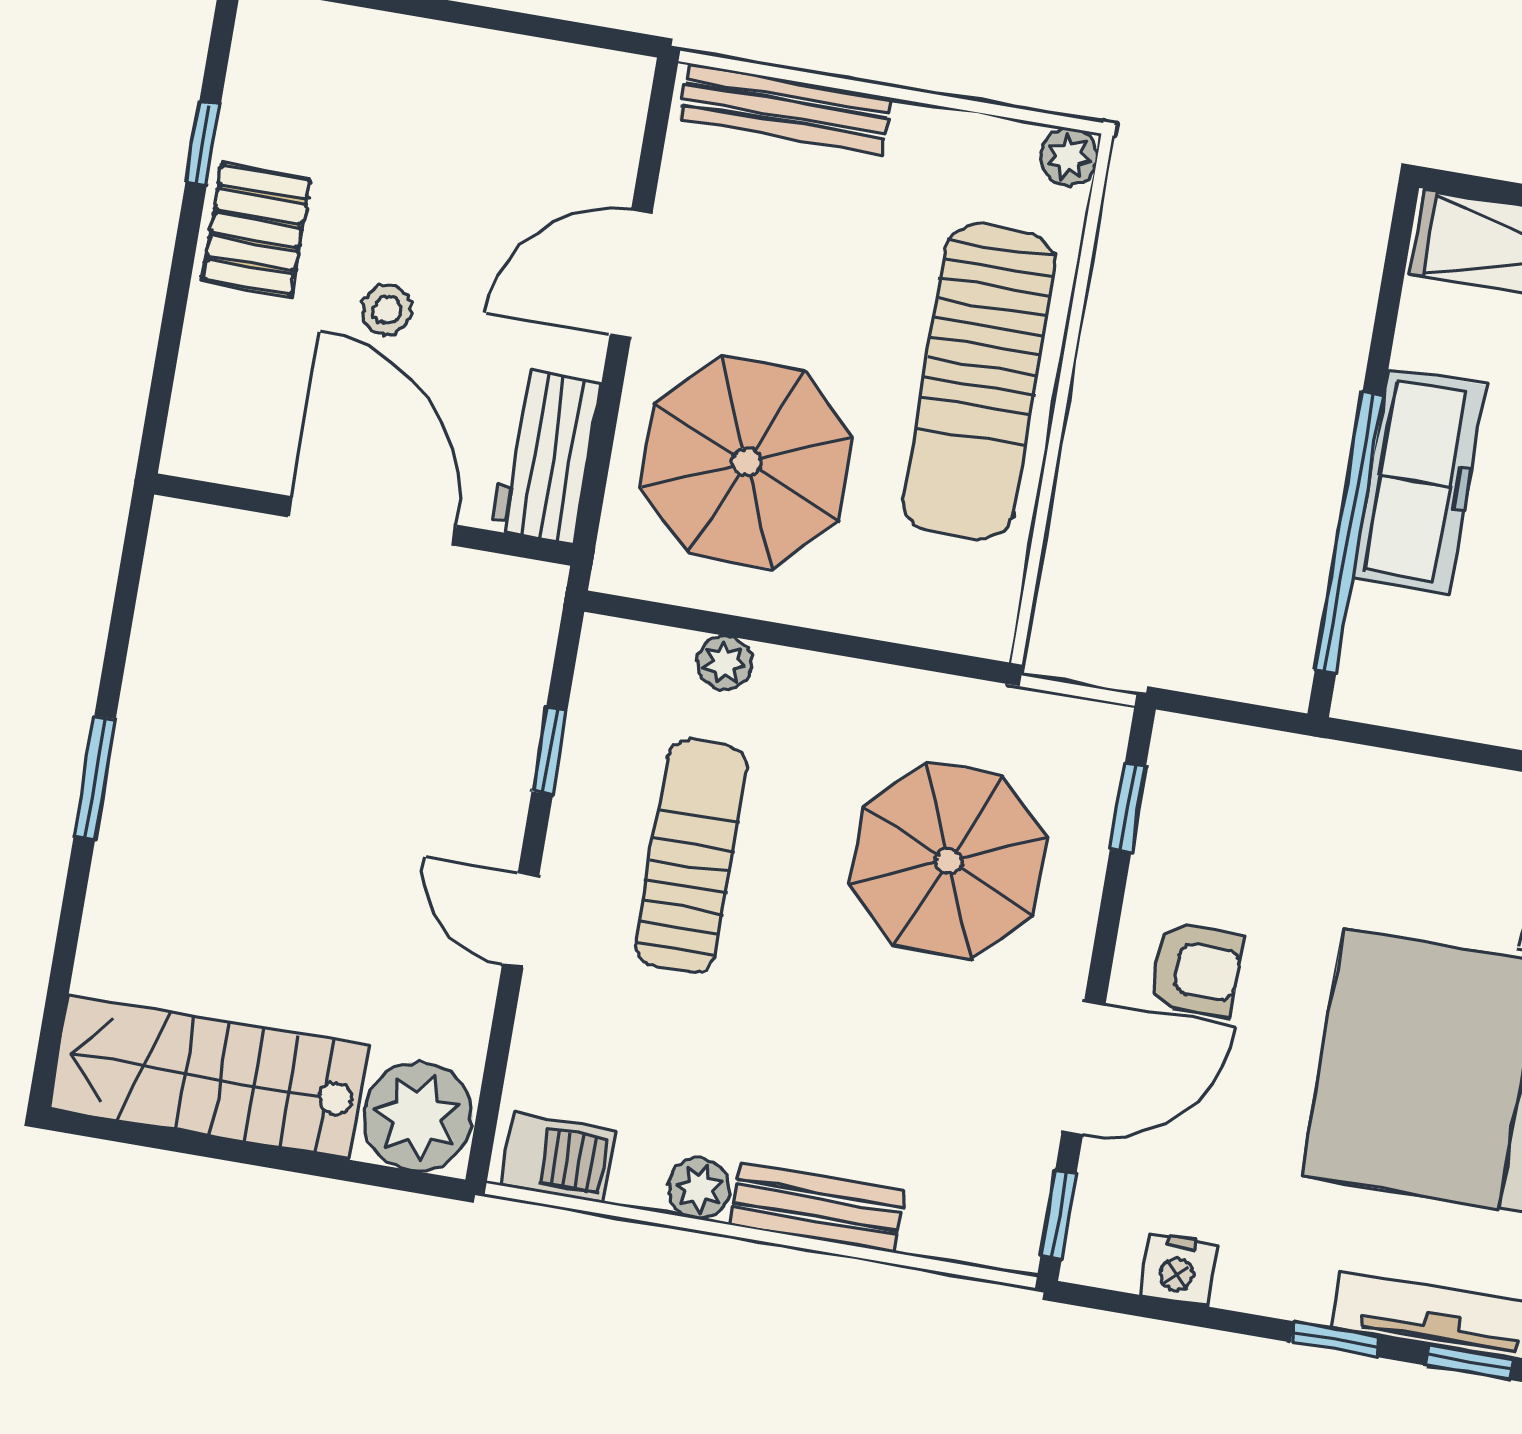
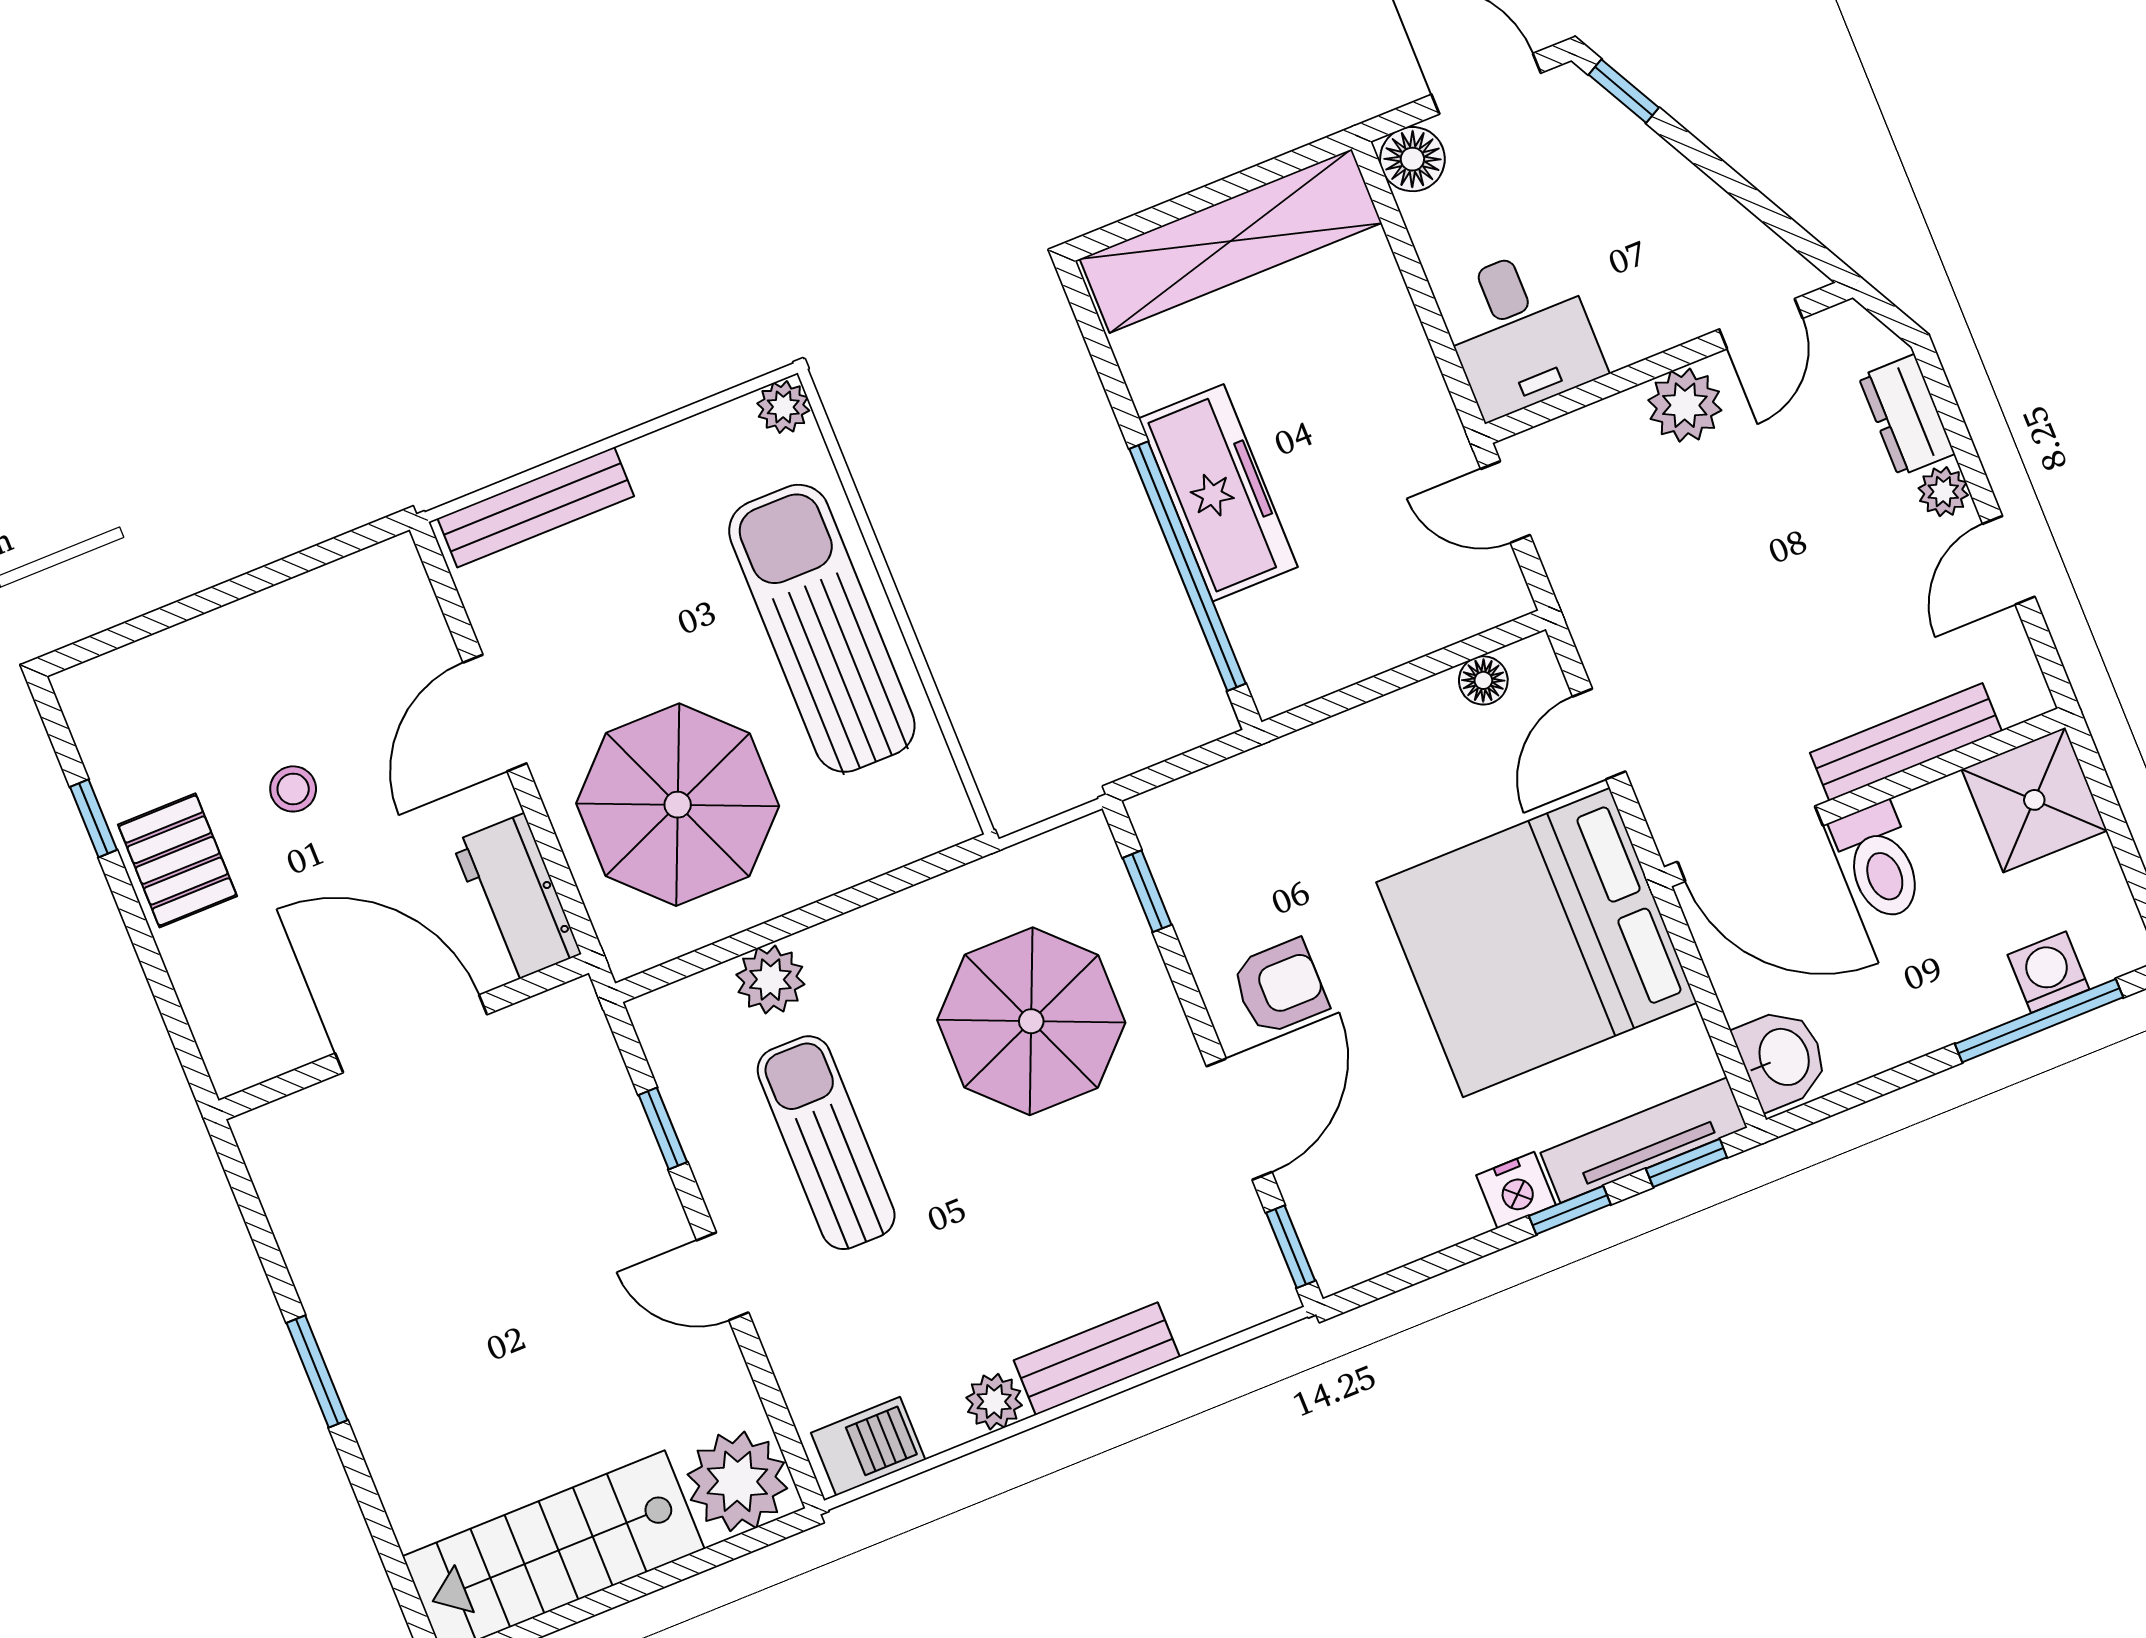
stool: (387, 310) -> (293, 789), moved
sun lounger: (979, 382) -> (822, 628), turned 180
plant: (724, 663) -> (770, 980), width x1.38, depth x1.38
nightstand: (1178, 1270) -> (1516, 1190), moved

